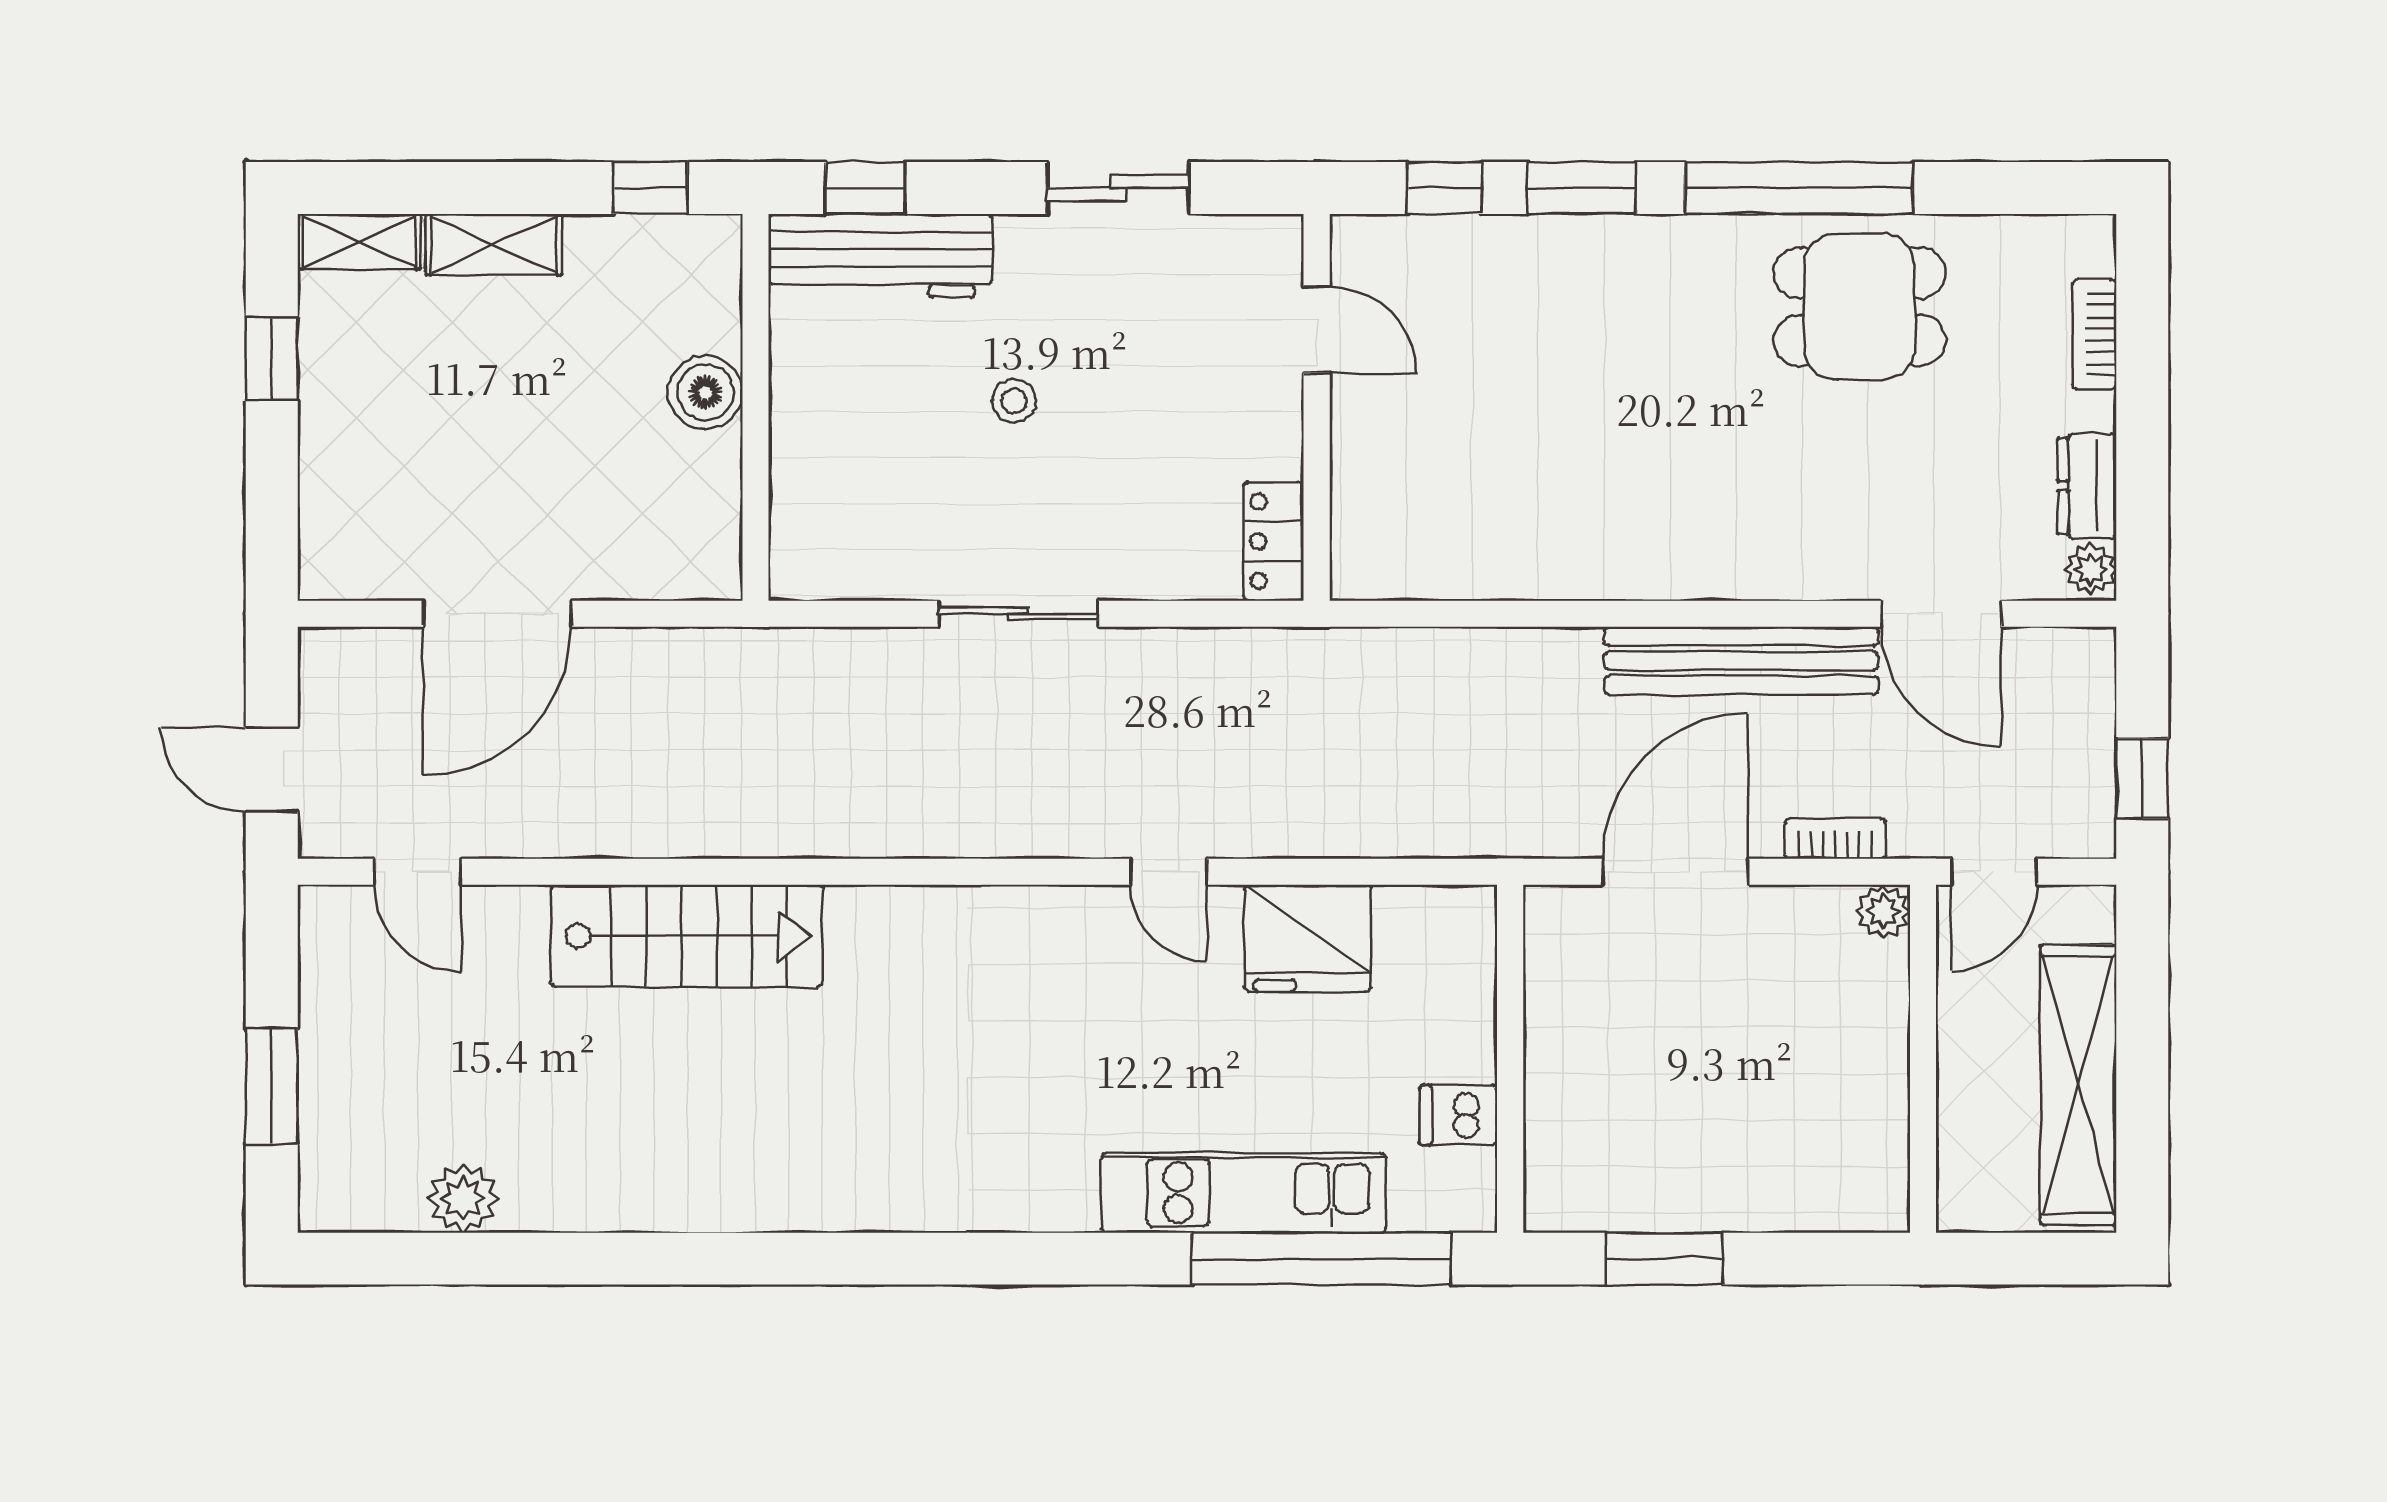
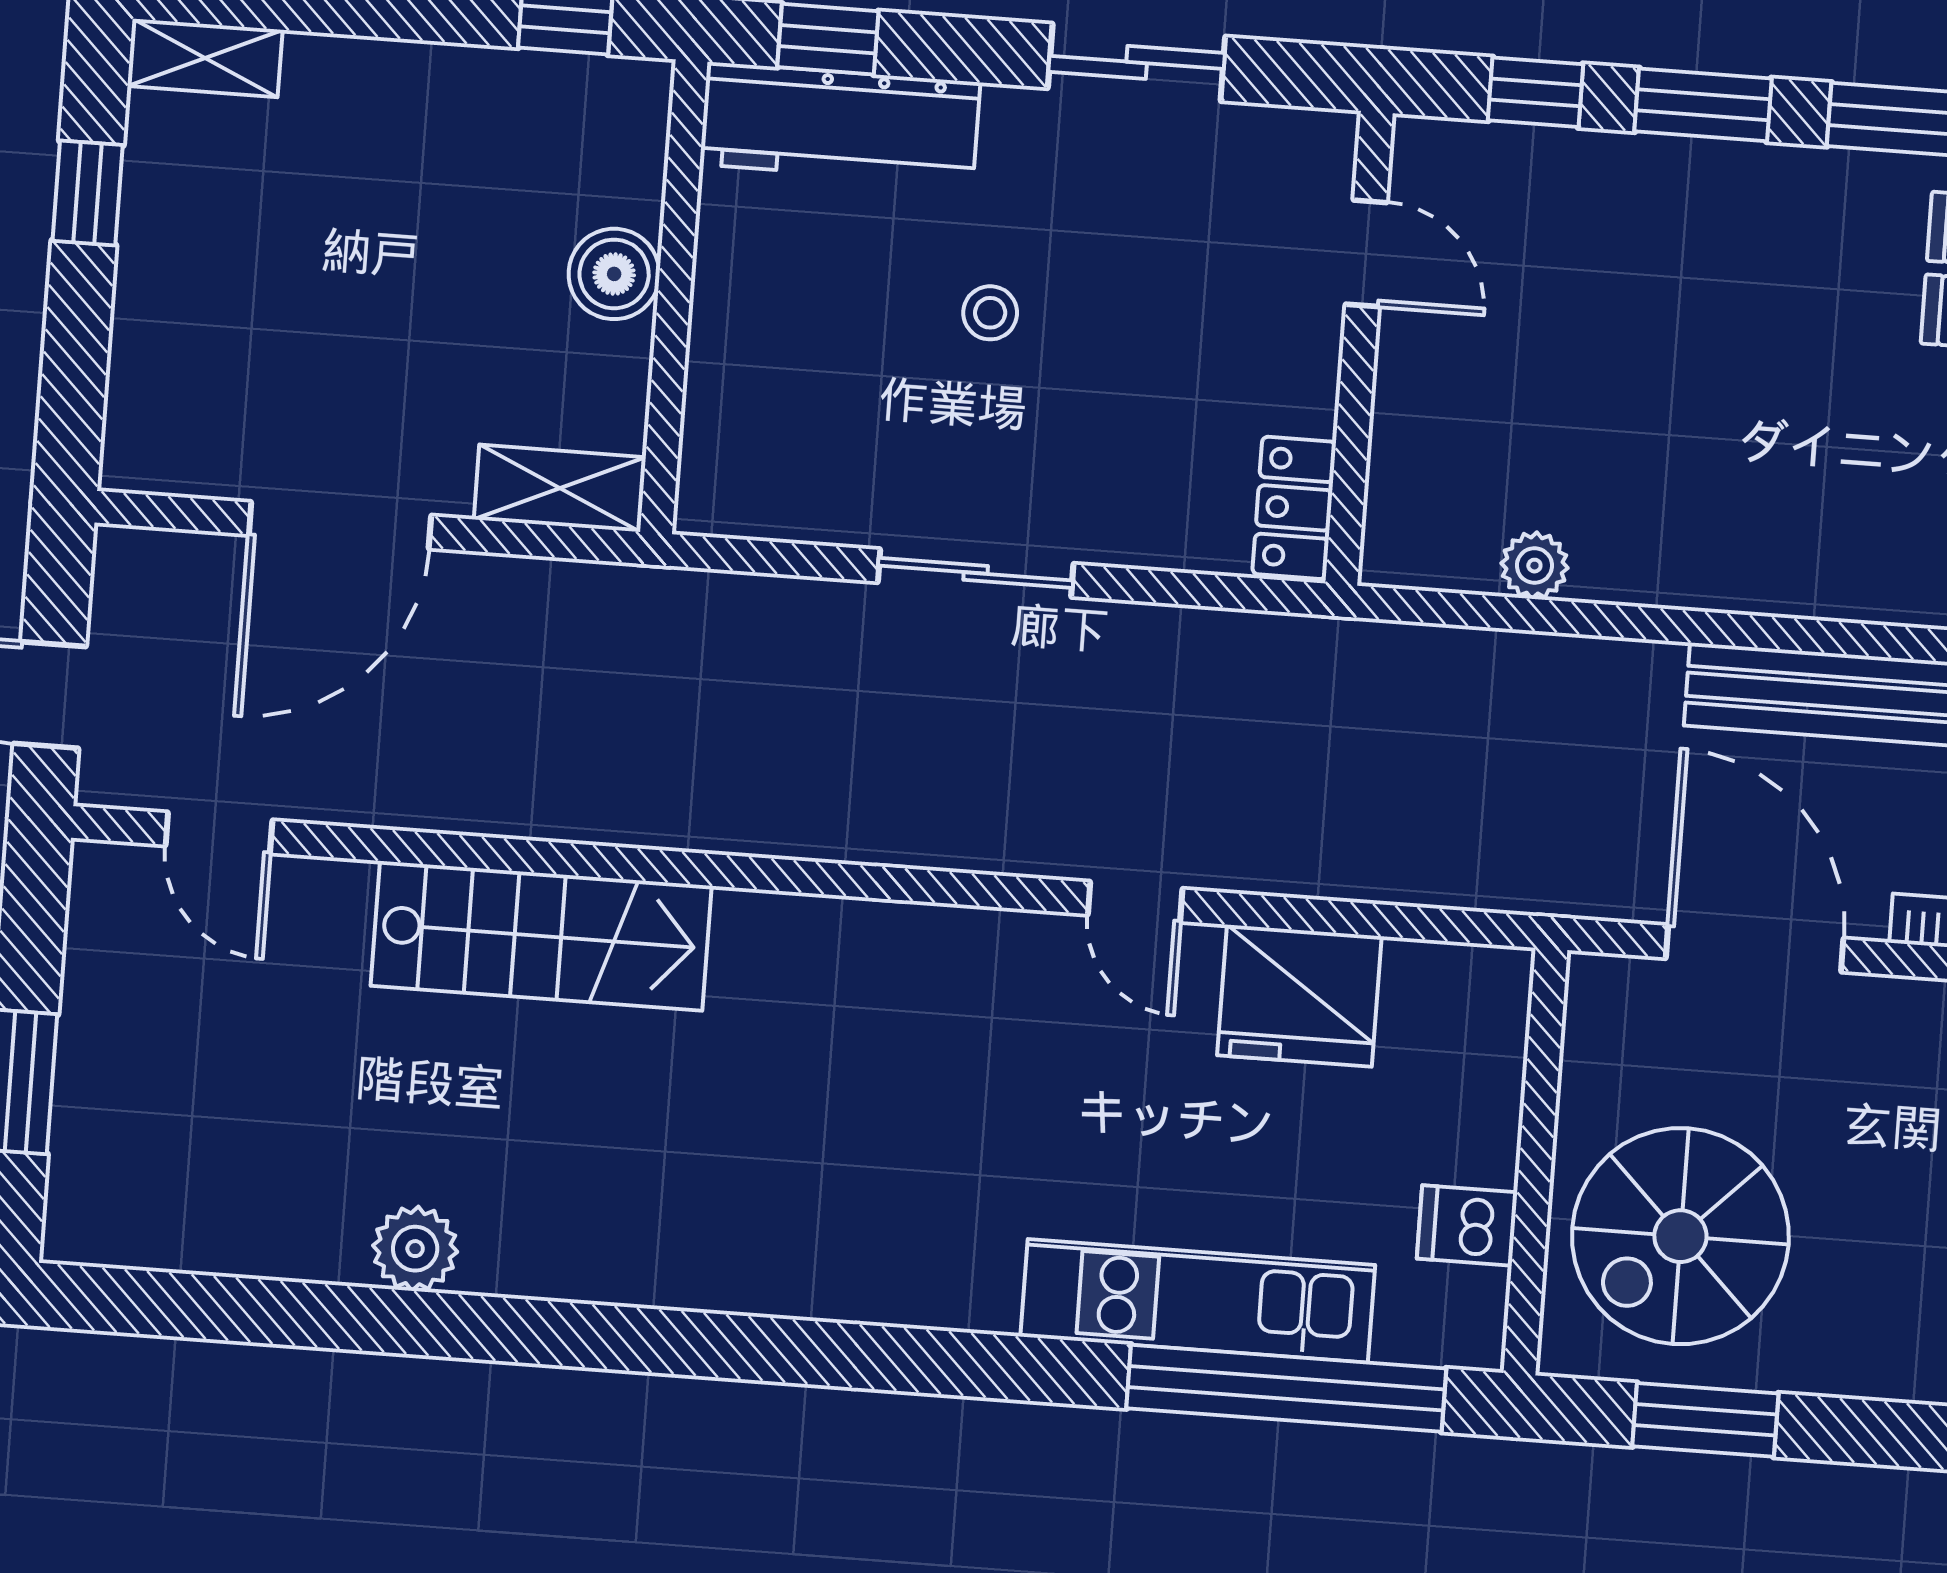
shelving: (494, 244) -> (560, 488), moved
plant: (1473, 573) -> (1534, 566), added
door: (1676, 872) -> (1755, 948), hinge flipped
spiral stairs: (1633, 1111) -> (1680, 1236), added
plant: (463, 1198) -> (415, 1249), moved

